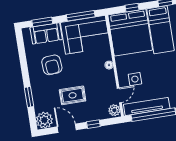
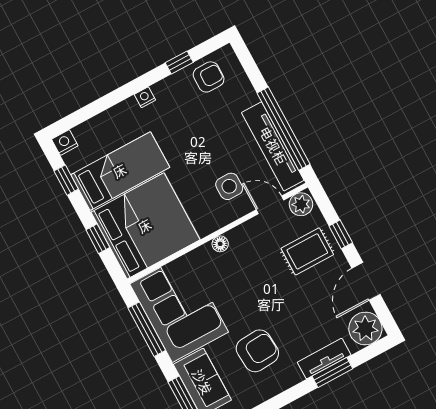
tv unit: (37, 95) -> (324, 359), added
rug: (73, 95) -> (307, 251), moved, turned 90

